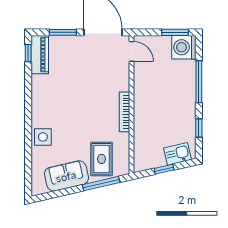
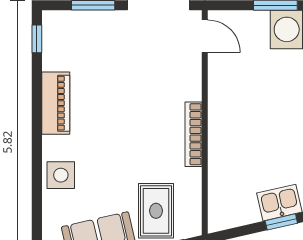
piano: (40, 55) -> (56, 103), moved
window: (164, 169) -> (281, 222), moved

